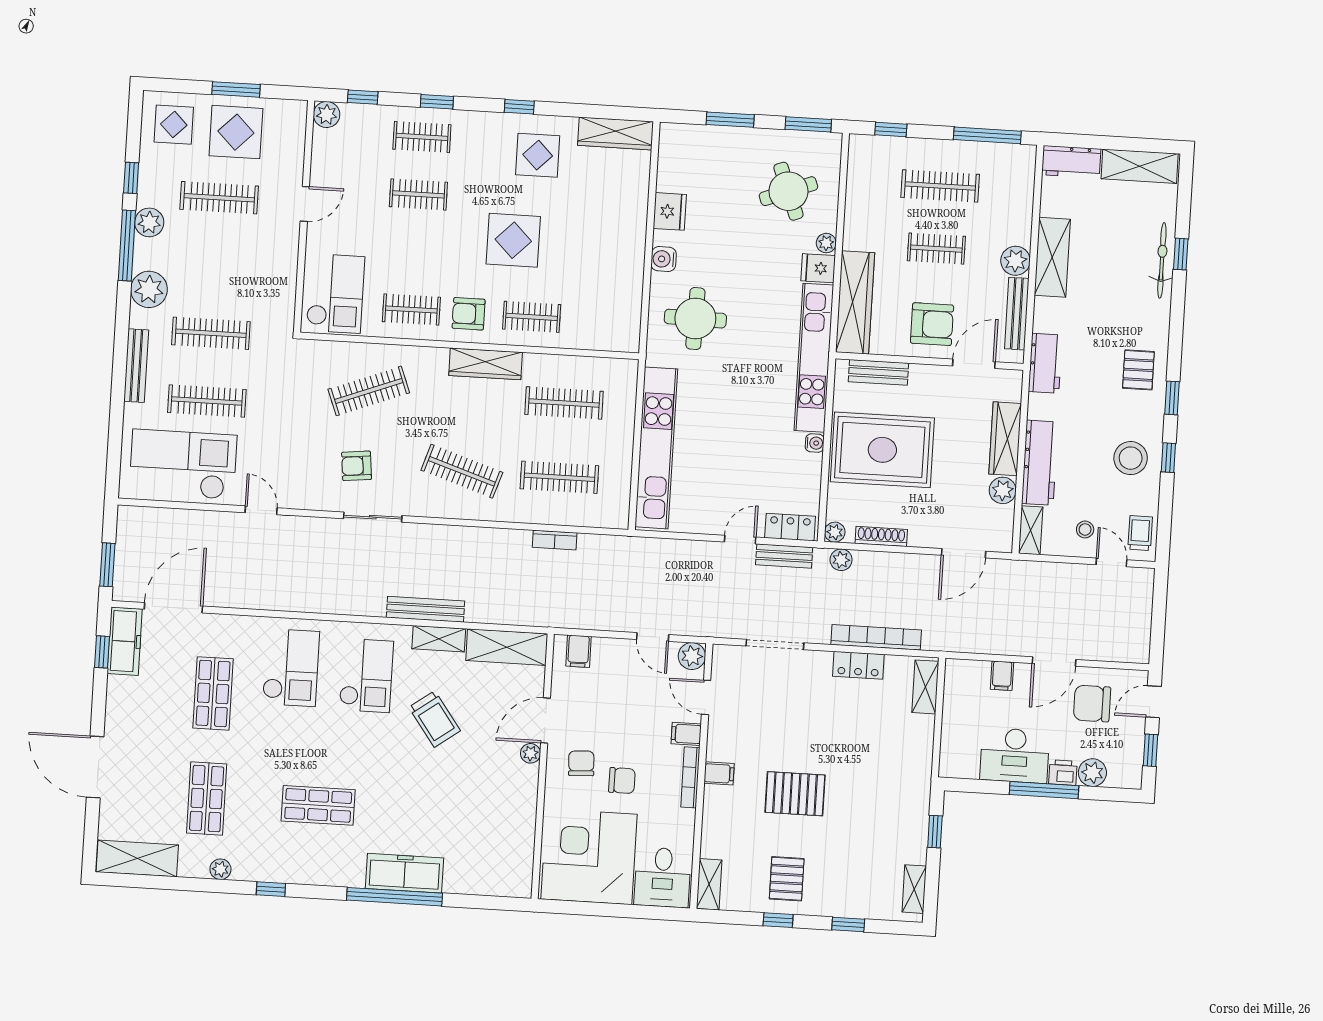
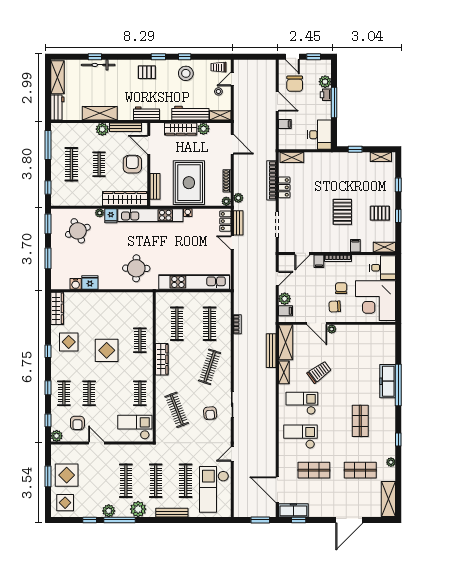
clothes rail: (219, 198) -> (126, 481), moved
water cooler: (664, 259) -> (76, 284), moved
armchair: (469, 314) -> (77, 423), moved
bench: (425, 609) -> (271, 351), moved
plant: (692, 656) -> (285, 299), moved
desk: (1015, 755) -> (320, 135), moved
filing cabinet: (719, 773) -> (355, 246), moved

